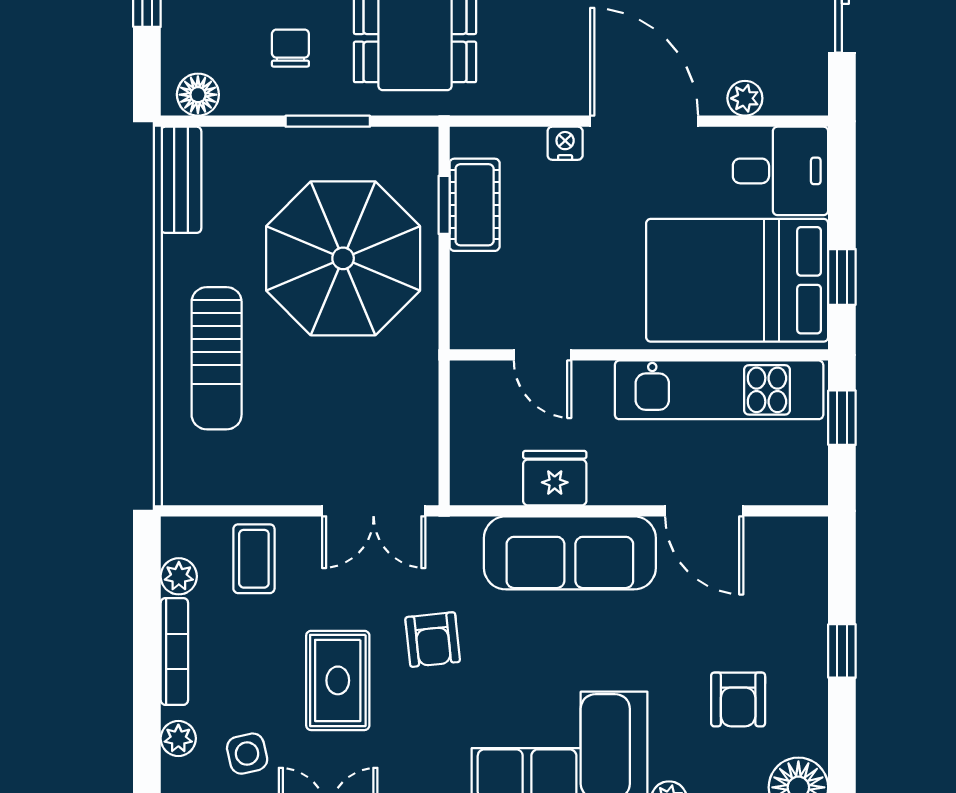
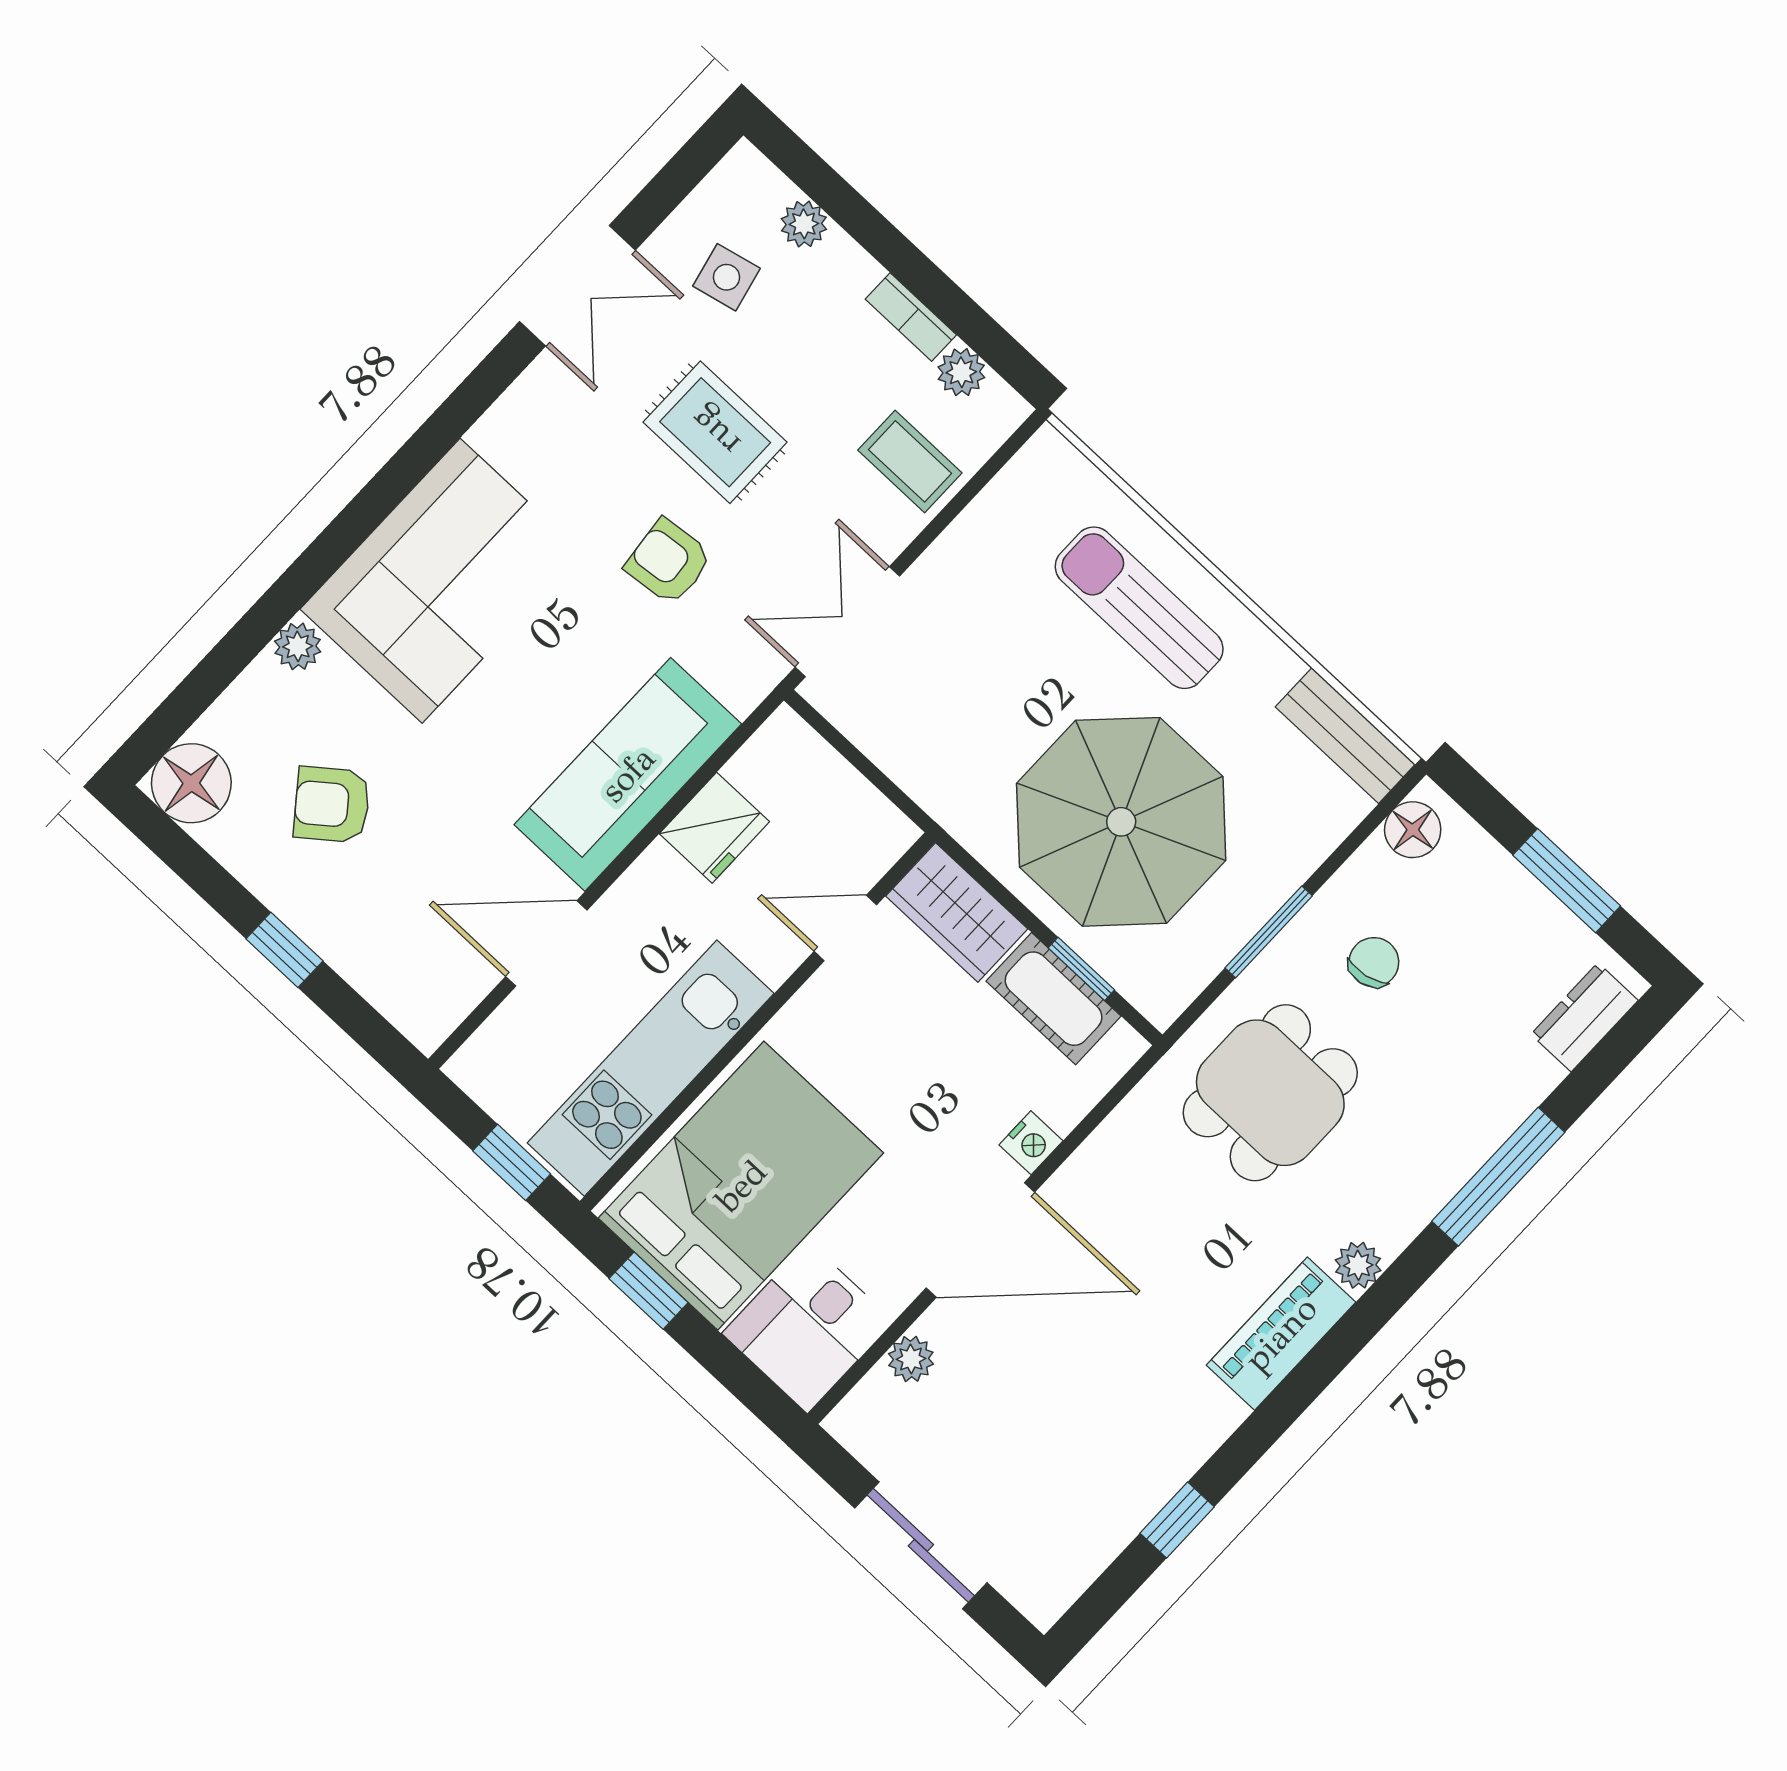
chair: (290, 48) -> (1374, 962), turned -101
wardrobe: (477, 302) -> (957, 913), added
bookcase: (174, 651) -> (911, 317), width x0.64
armchair: (738, 699) -> (332, 805), turned -38

